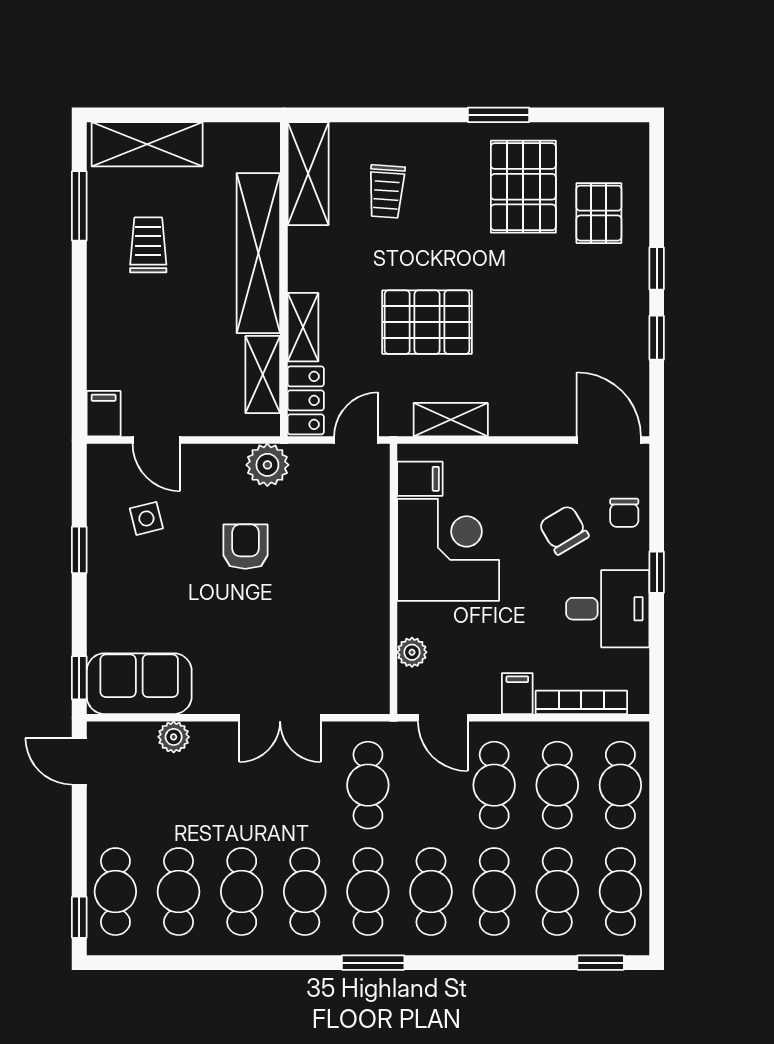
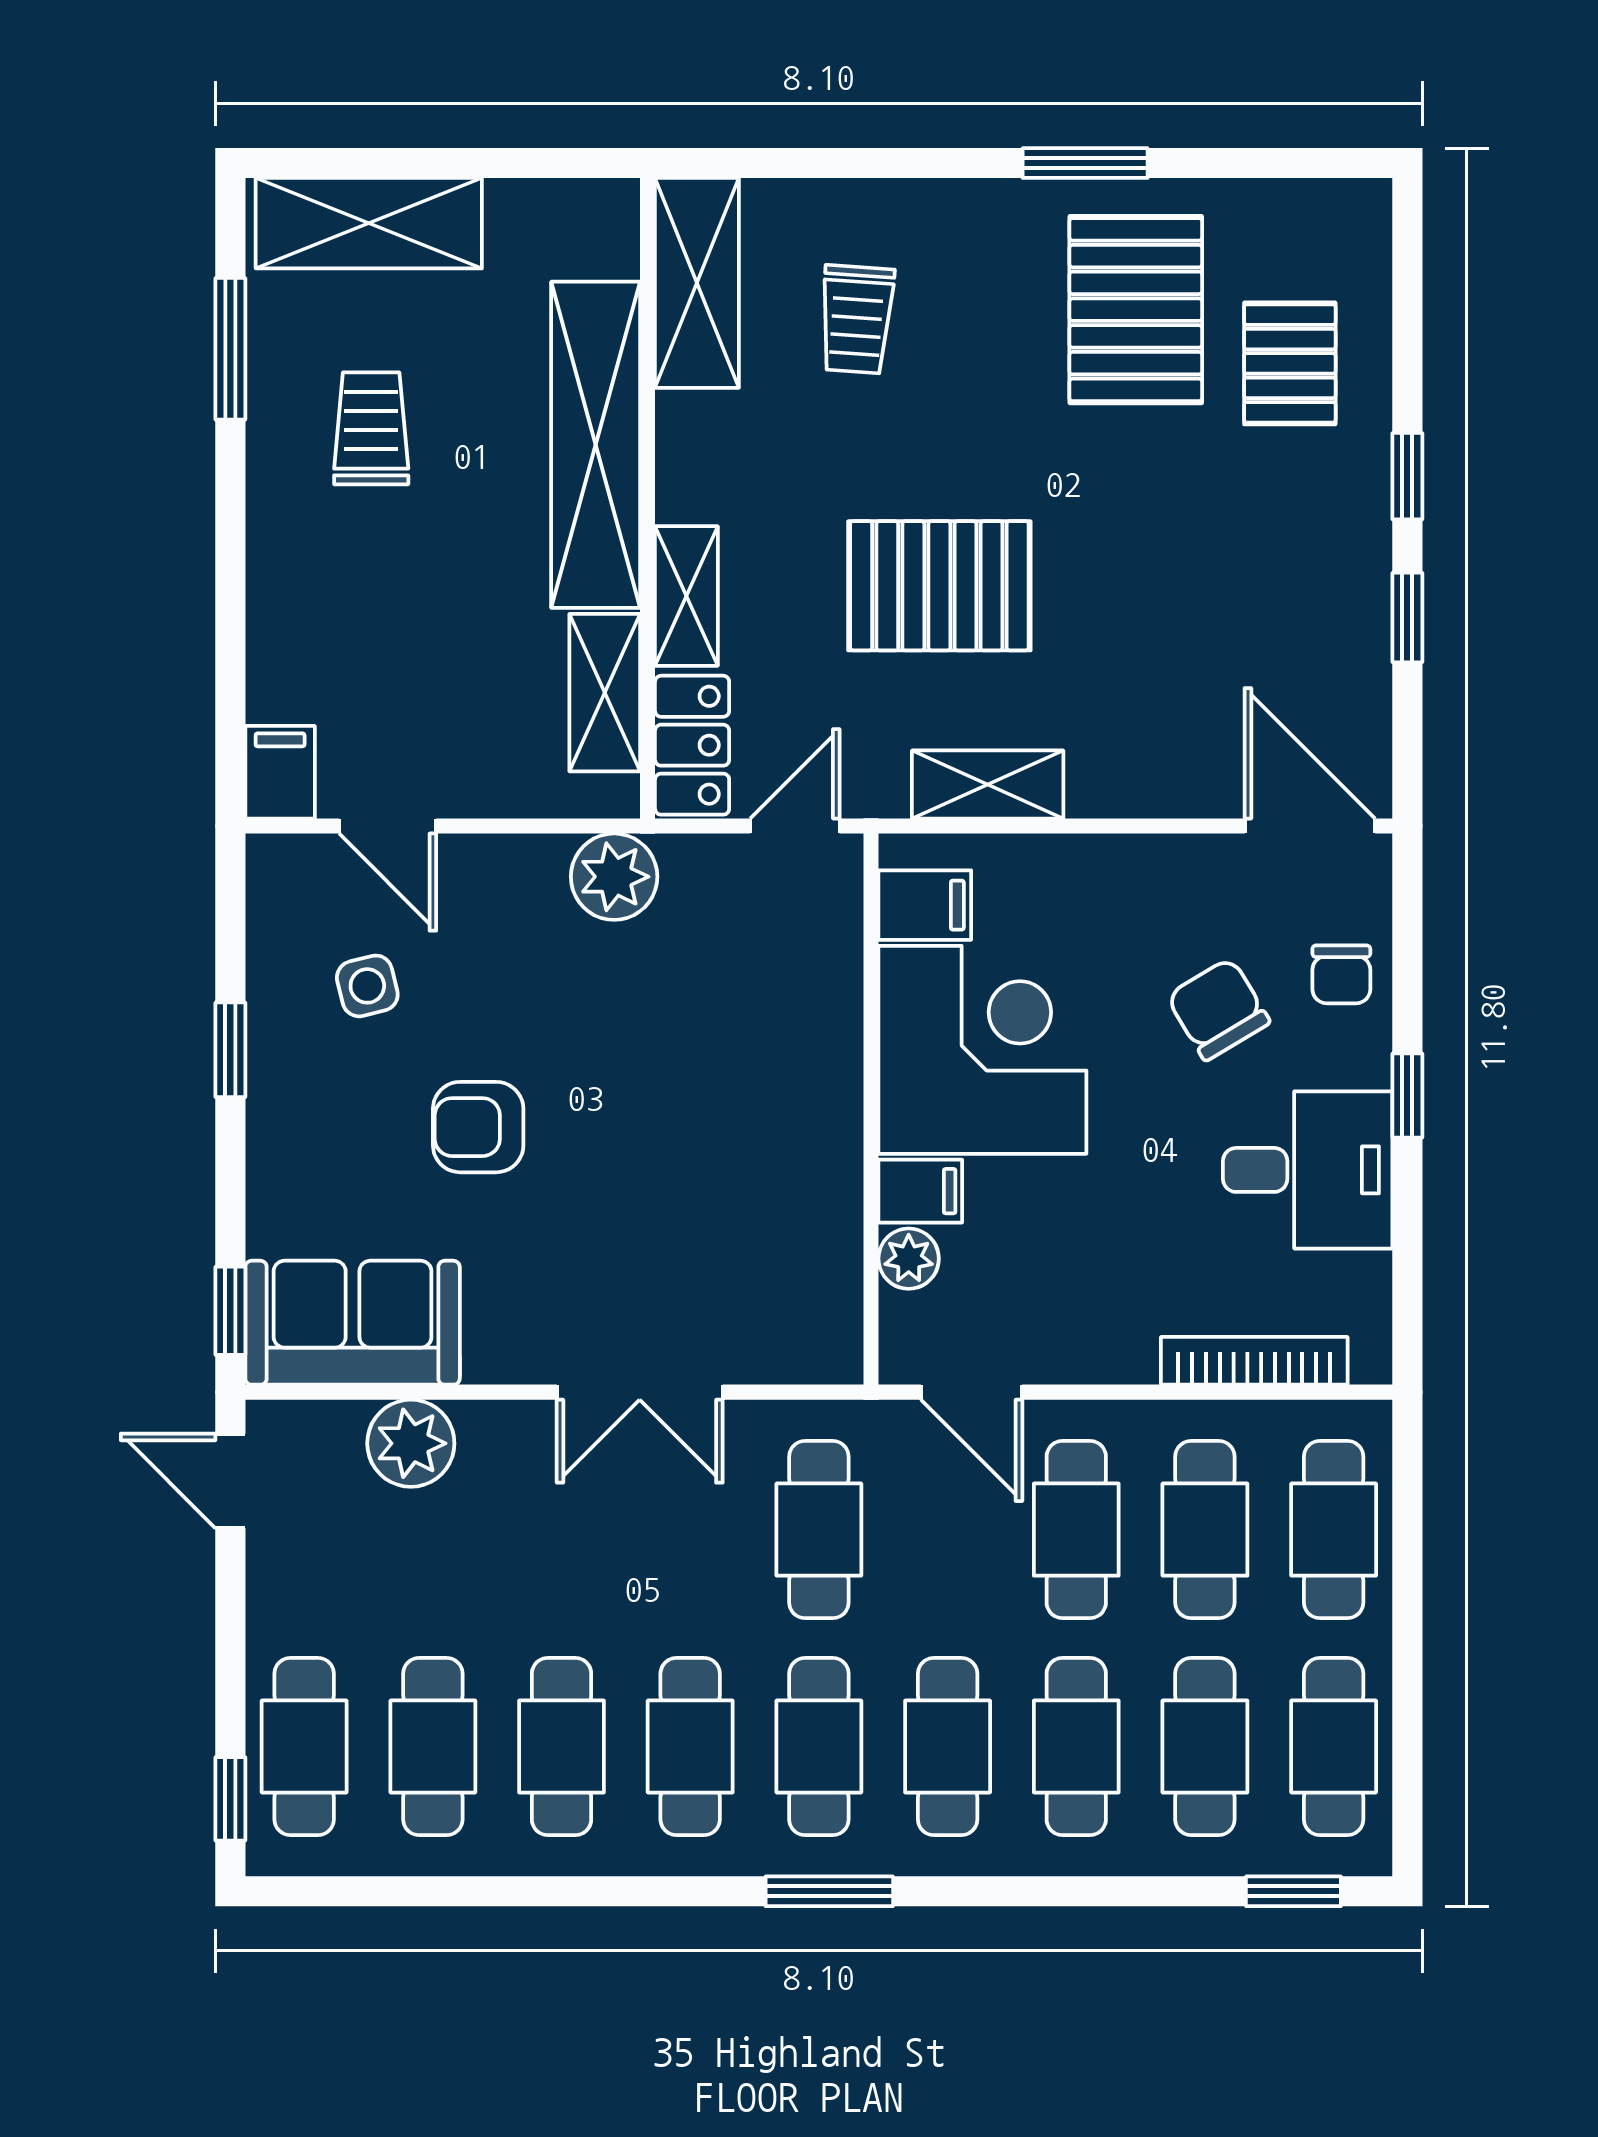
armchair: (245, 547) -> (478, 1127), moved, turned -90
filing cabinet: (517, 694) -> (920, 1191), moved, turned 90
plant: (174, 737) -> (411, 1443), width x1.38, depth x1.38

